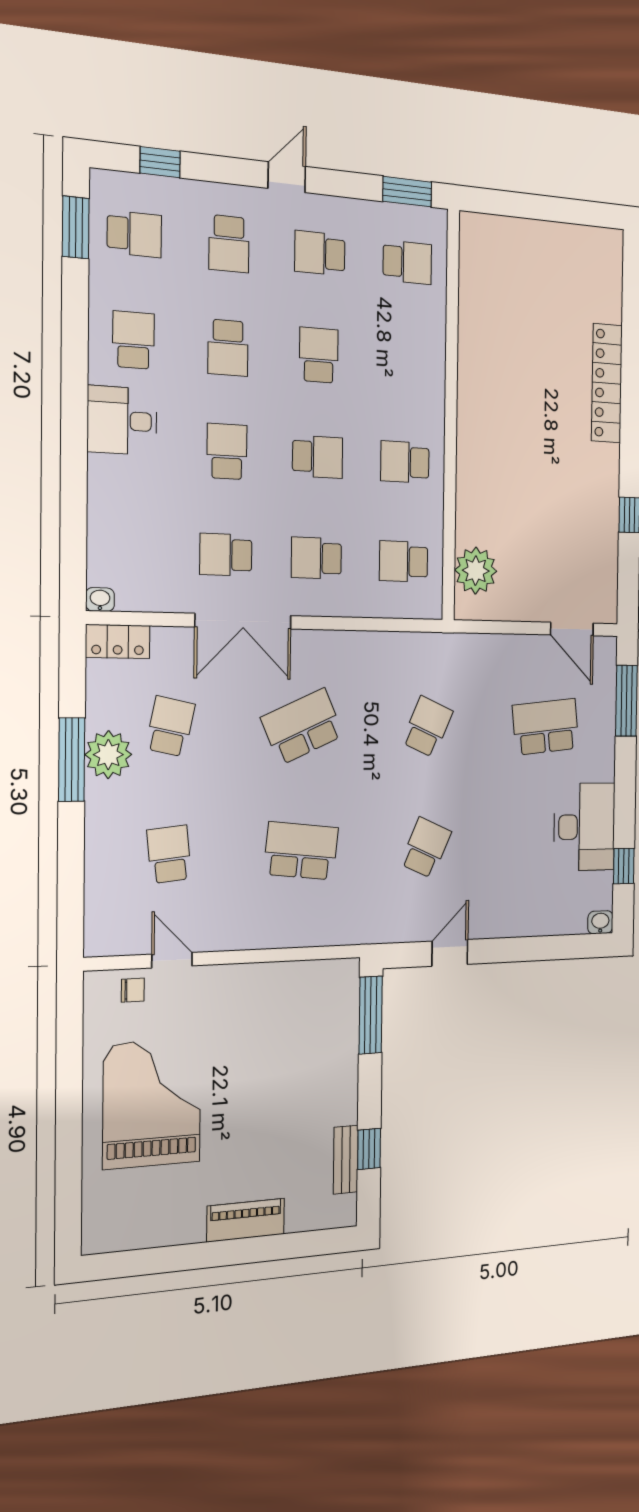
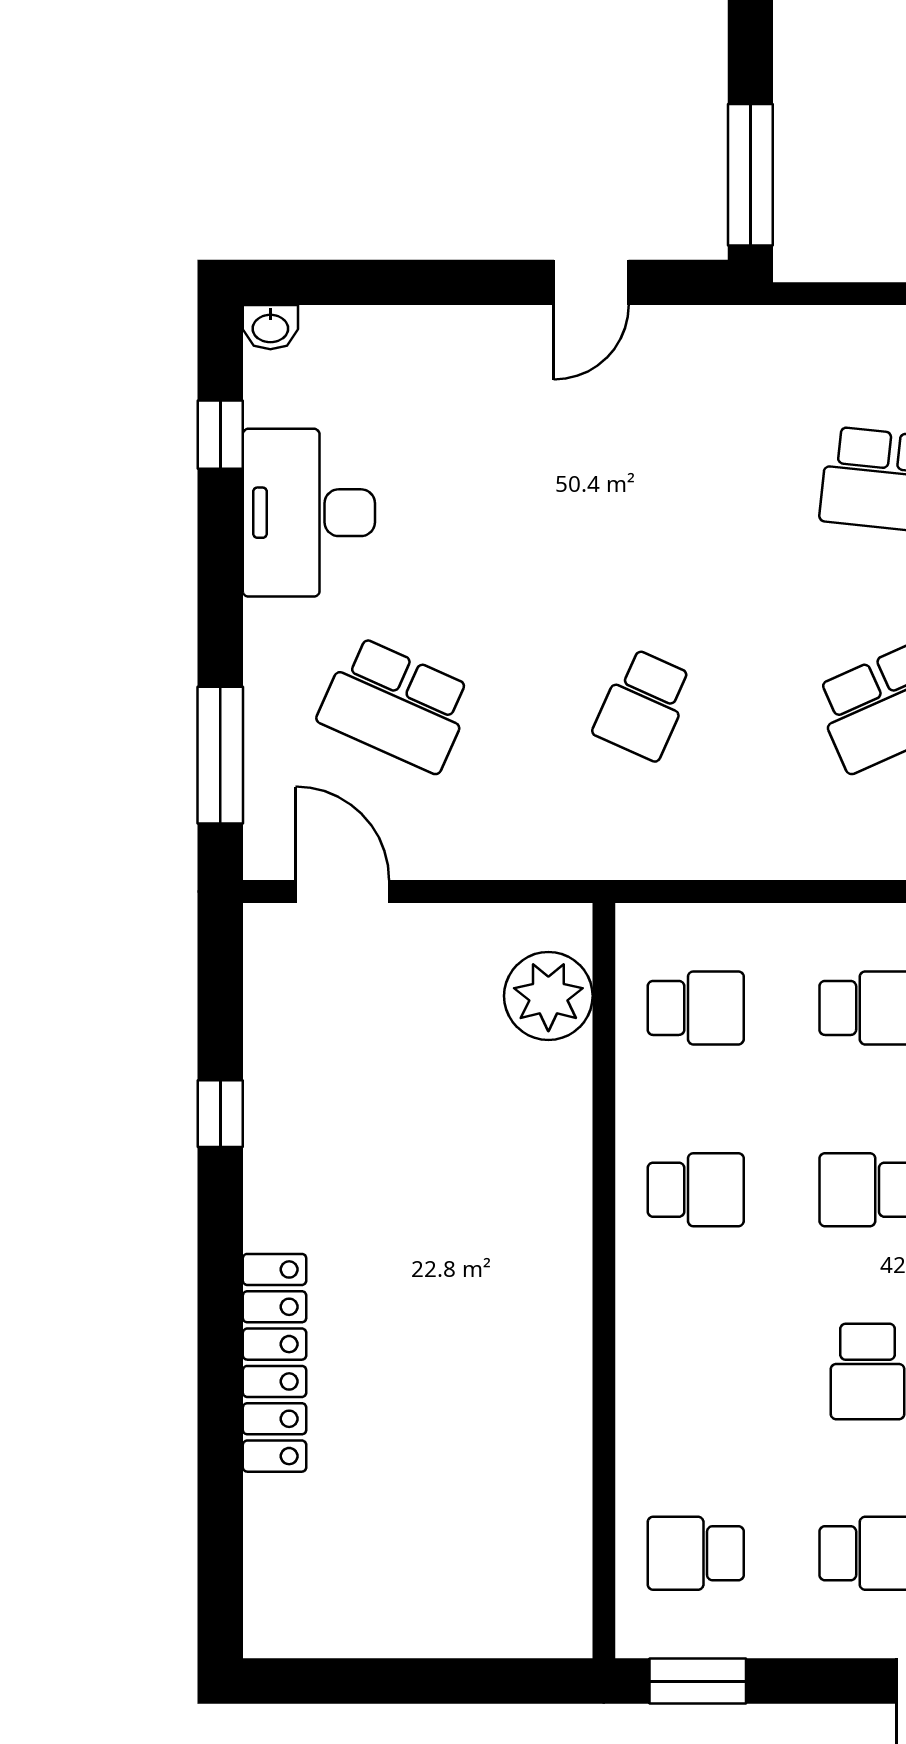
school desk: (546, 727) -> (396, 705), turned 30
school desk: (426, 848) -> (644, 480), removed

